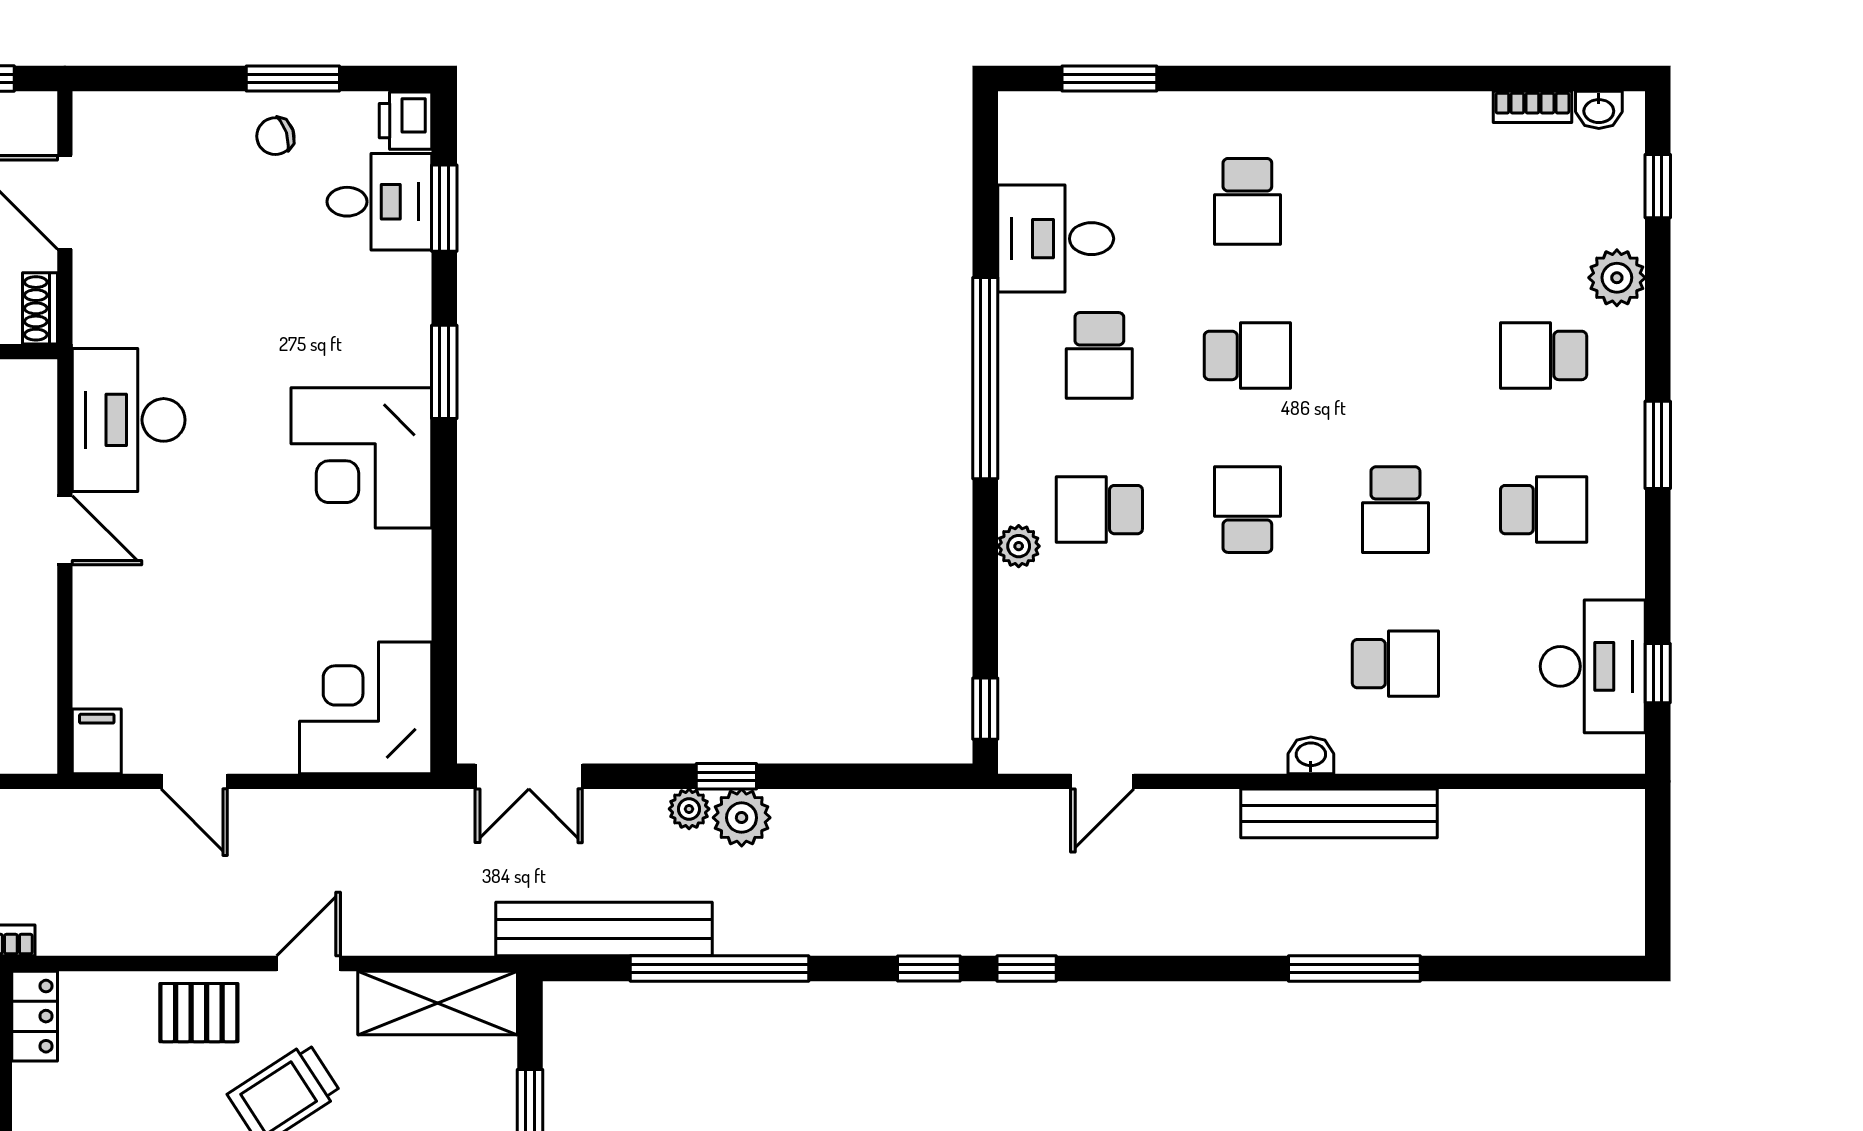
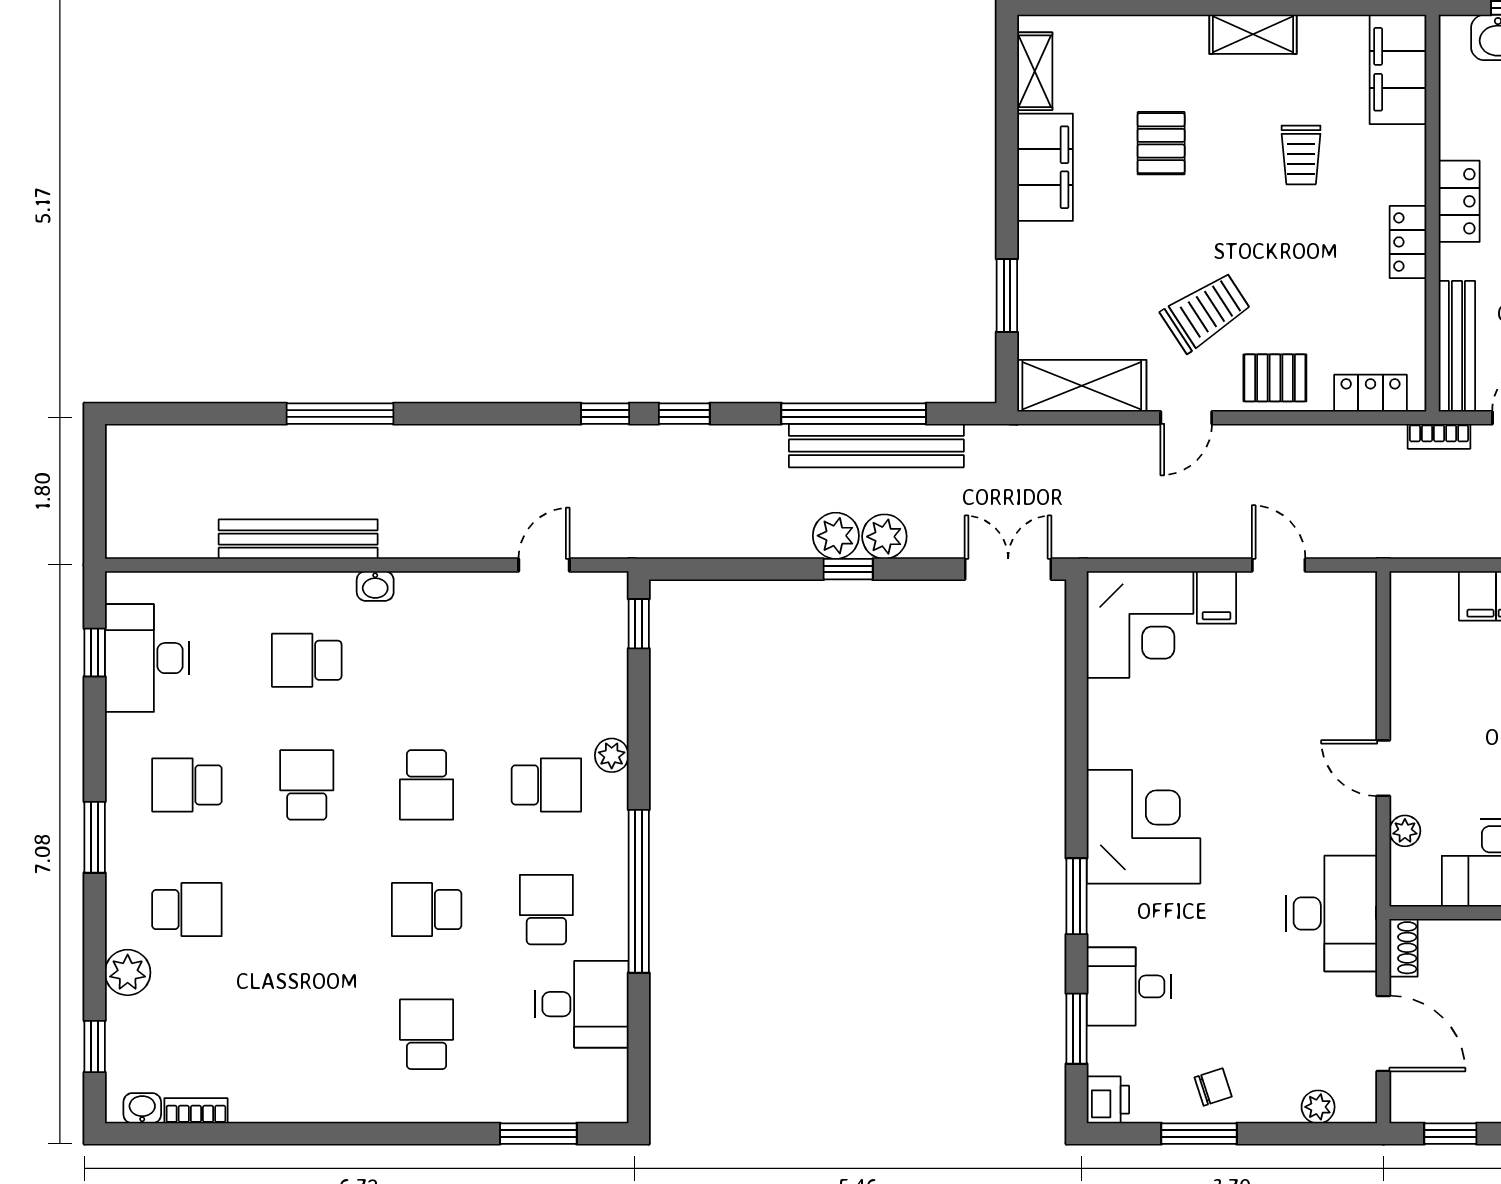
plant: (146, 112) -> (1318, 1107), added
desk: (379, 202) -> (1129, 986), moved
desk: (129, 420) -> (1332, 913), moved
plant: (38, 453) -> (1405, 831), added
filing cabinet: (97, 741) -> (1216, 597), moved
plant: (689, 809) -> (884, 537), width x1.38, depth x1.38
bench: (1339, 813) -> (298, 539), moved
bench: (604, 929) -> (876, 446), moved
locker: (35, 1016) -> (1371, 393), moved, turned 90

